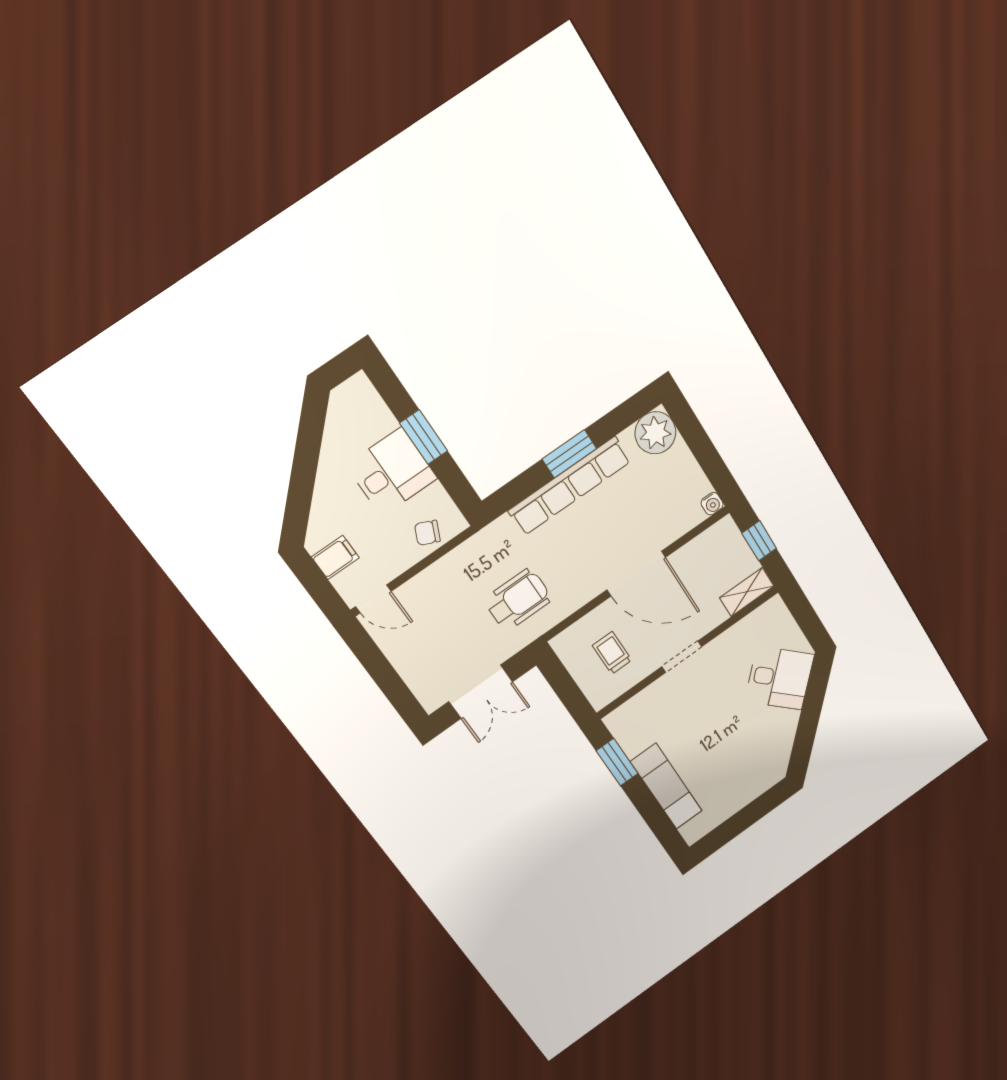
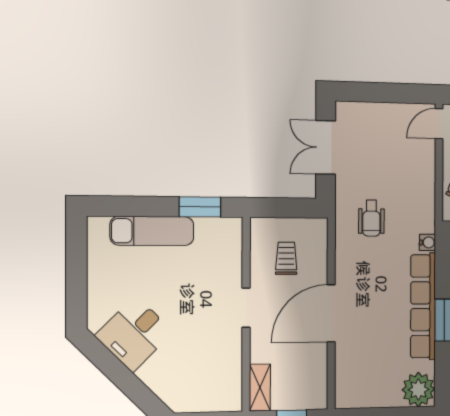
water cooler: (712, 504) -> (427, 242), moved, turned 180
wheelchair: (518, 600) -> (371, 218), width x0.73, depth x0.73
trolley: (612, 653) -> (286, 258), turned -90
desk: (779, 678) -> (134, 334), moved

